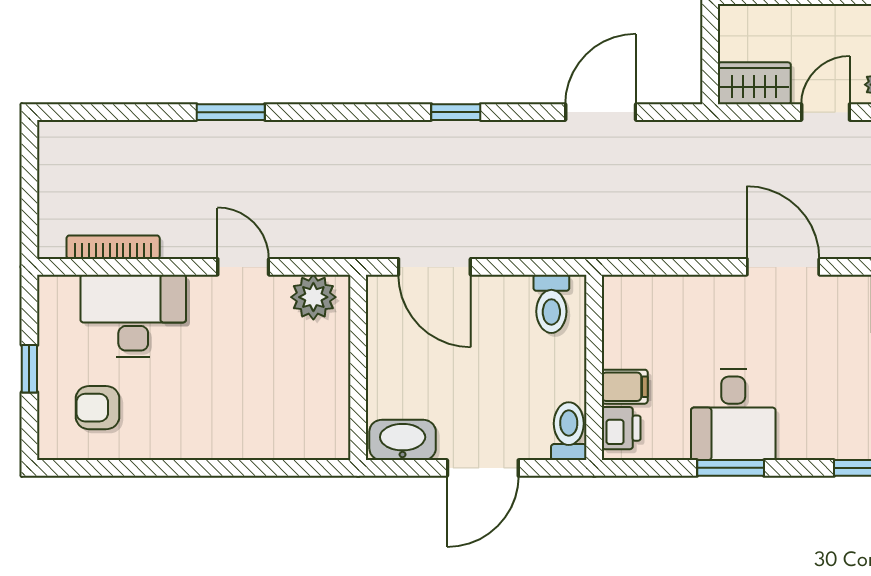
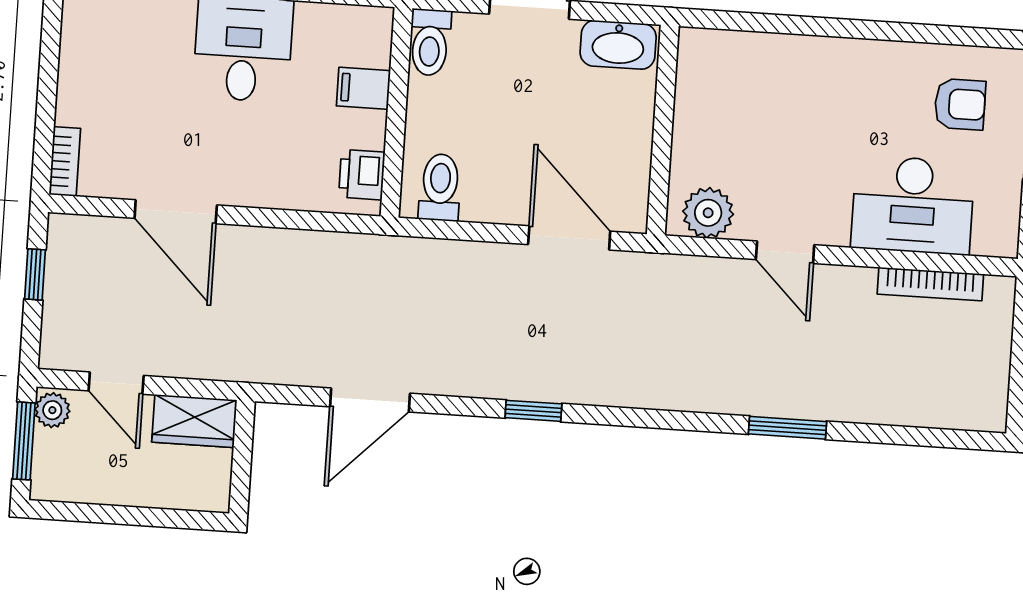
door: (826, 112) -> (116, 383), hinge flipped
printer: (621, 428) -> (362, 175), moved

